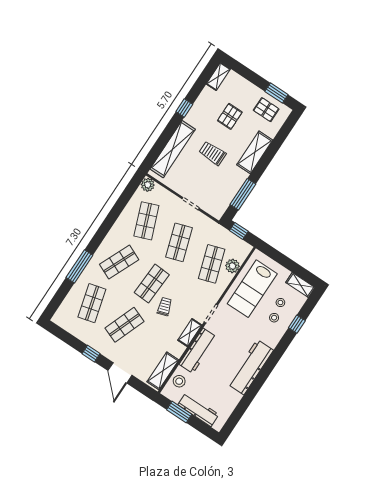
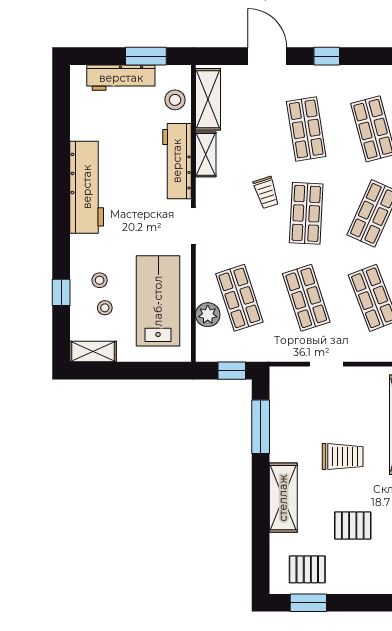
pallet: (230, 116) -> (353, 526), turned 90
shop shelf: (125, 325) -> (306, 129), turned -30
shelving: (190, 333) -> (206, 154), moved

